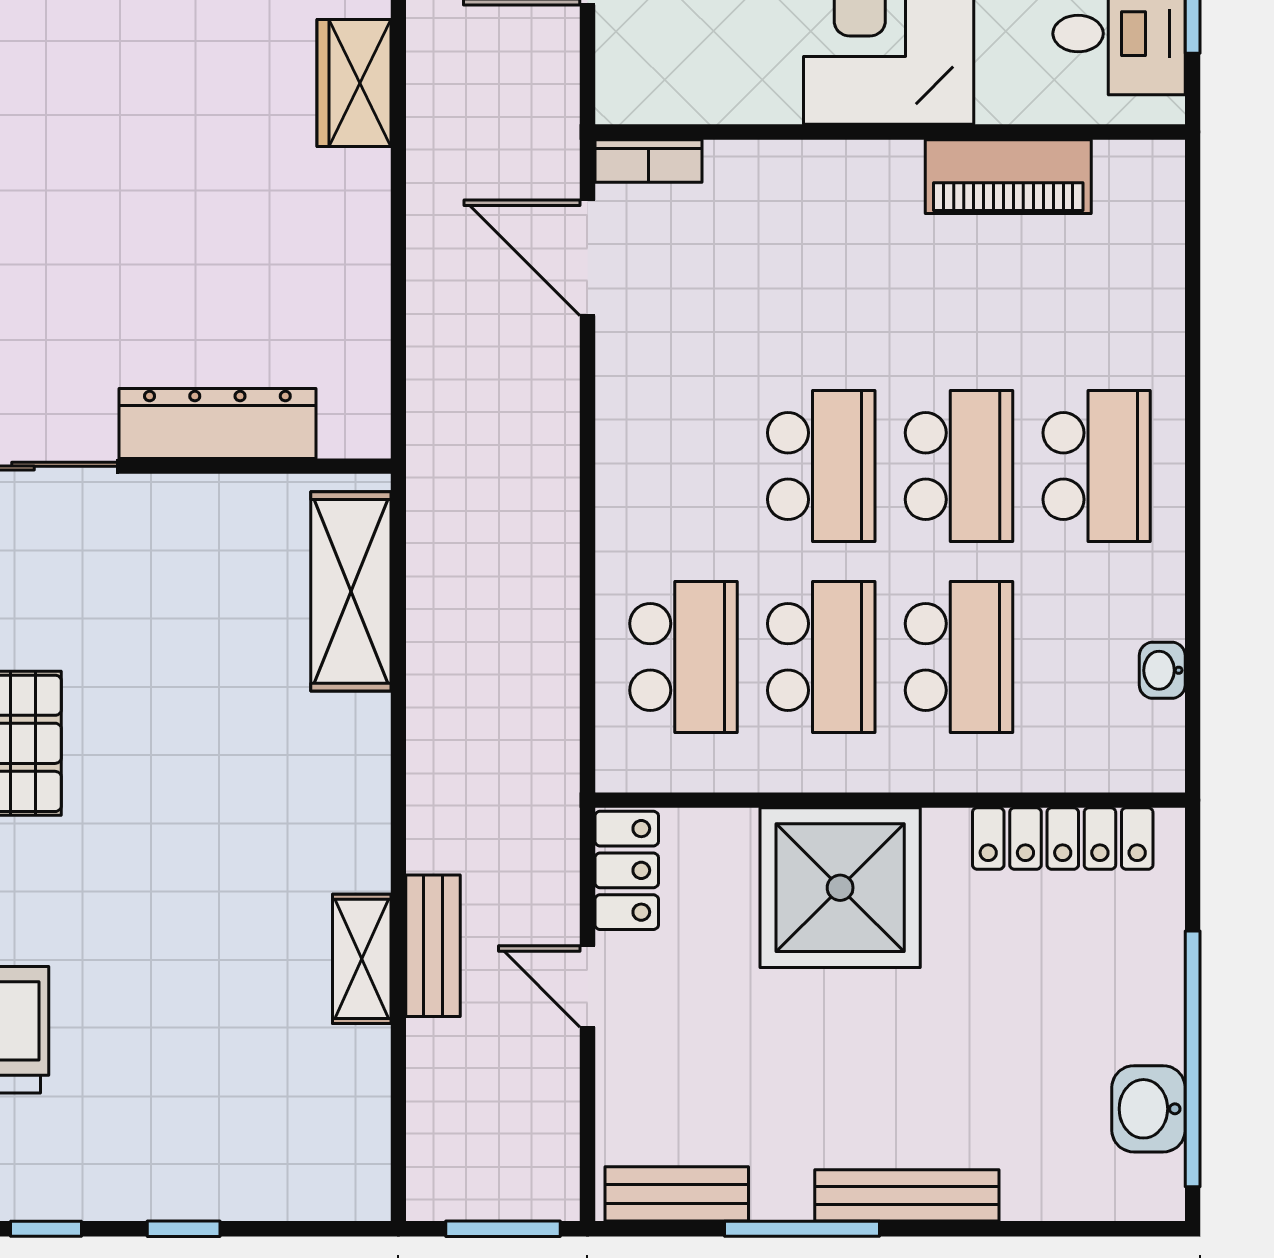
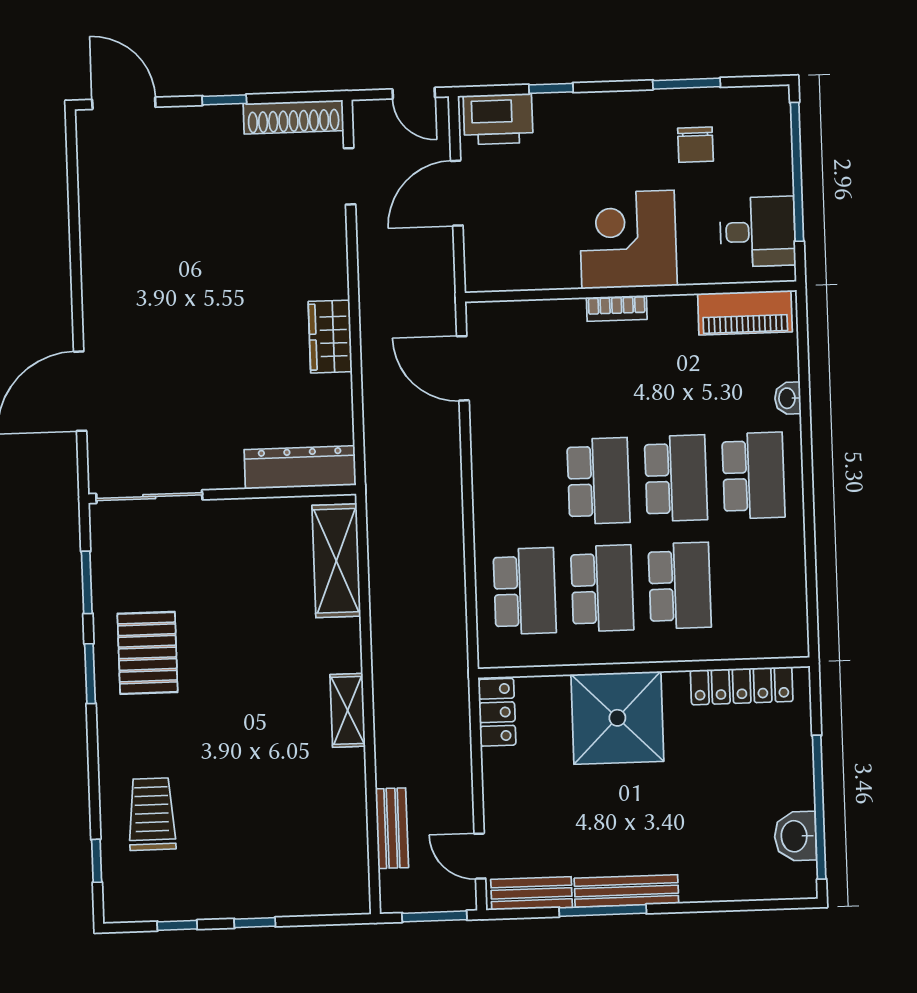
wardrobe: (354, 83) -> (330, 337), moved
bookcase: (648, 161) -> (617, 308), moved
piano: (1008, 177) -> (745, 313), moved
dresser: (217, 423) -> (300, 467), moved
washbasin: (1162, 670) -> (788, 398), moved
bench: (433, 946) -> (392, 828), moved
shelving: (362, 959) -> (348, 710), moved
door: (587, 986) -> (480, 856), moved
bench: (907, 1195) -> (626, 891), moved

